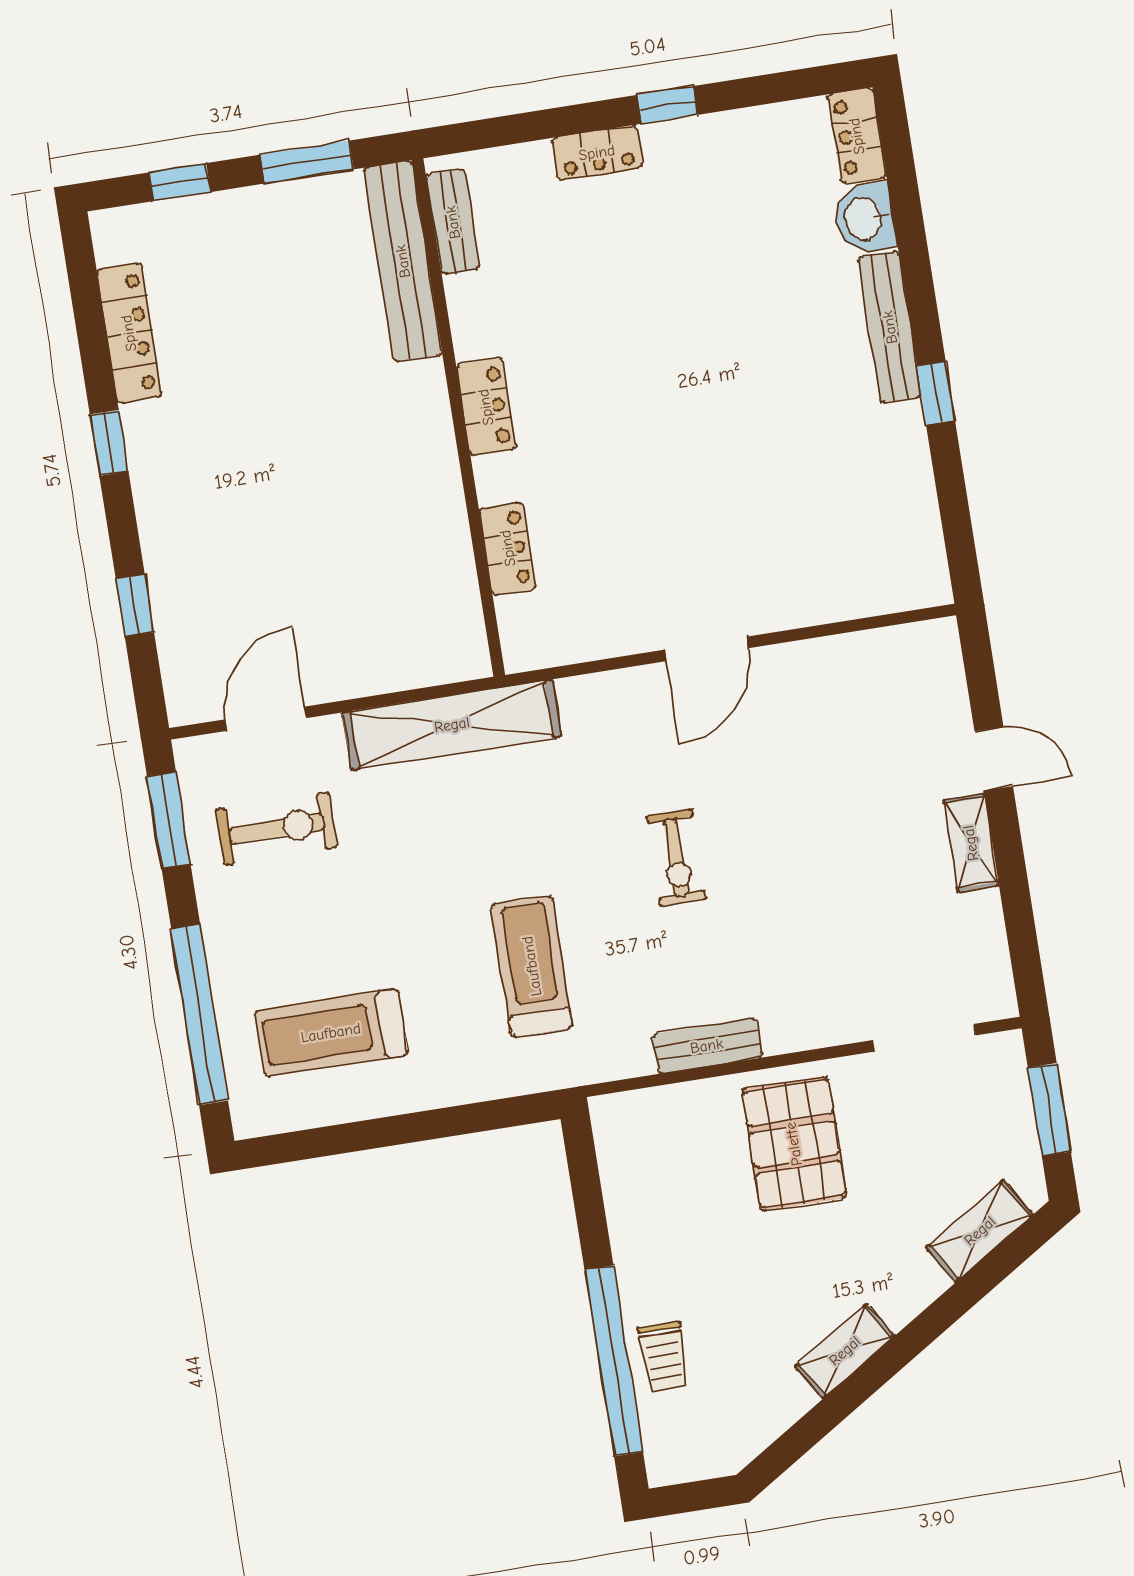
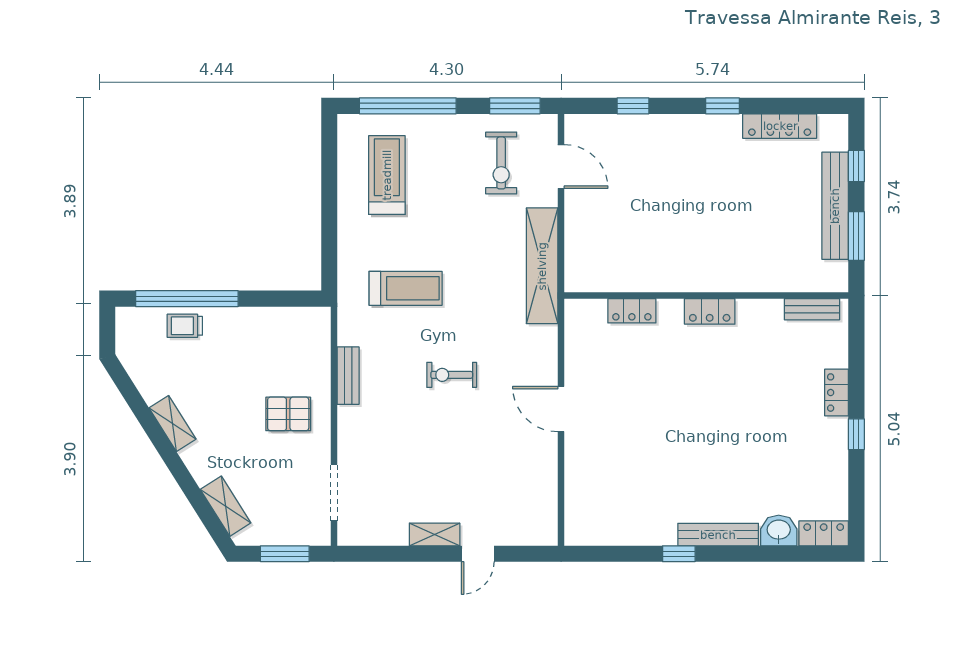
bench: (403, 261) -> (835, 206), moved, turned 90
pallet: (794, 1144) -> (288, 414), width x0.67, depth x0.71

